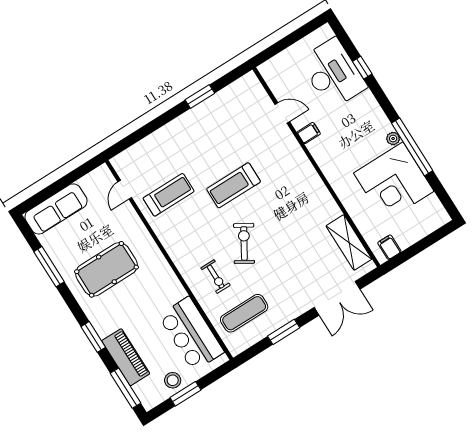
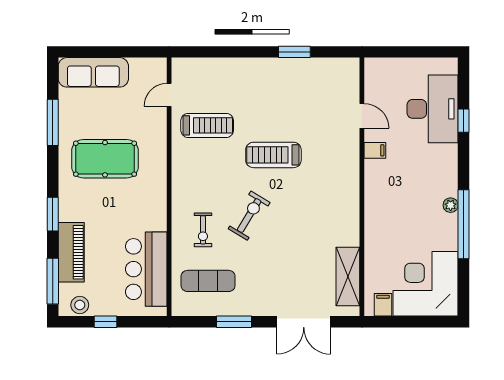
corner desk: (394, 182) -> (426, 284), moved, turned 90
stool: (173, 380) -> (80, 305), moved
window: (185, 394) -> (106, 322), width x0.67

